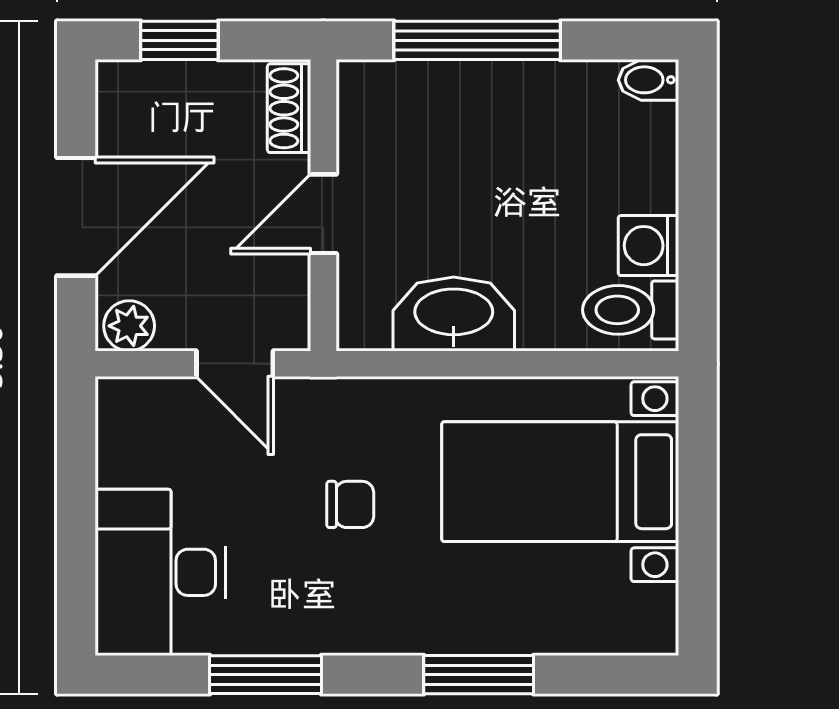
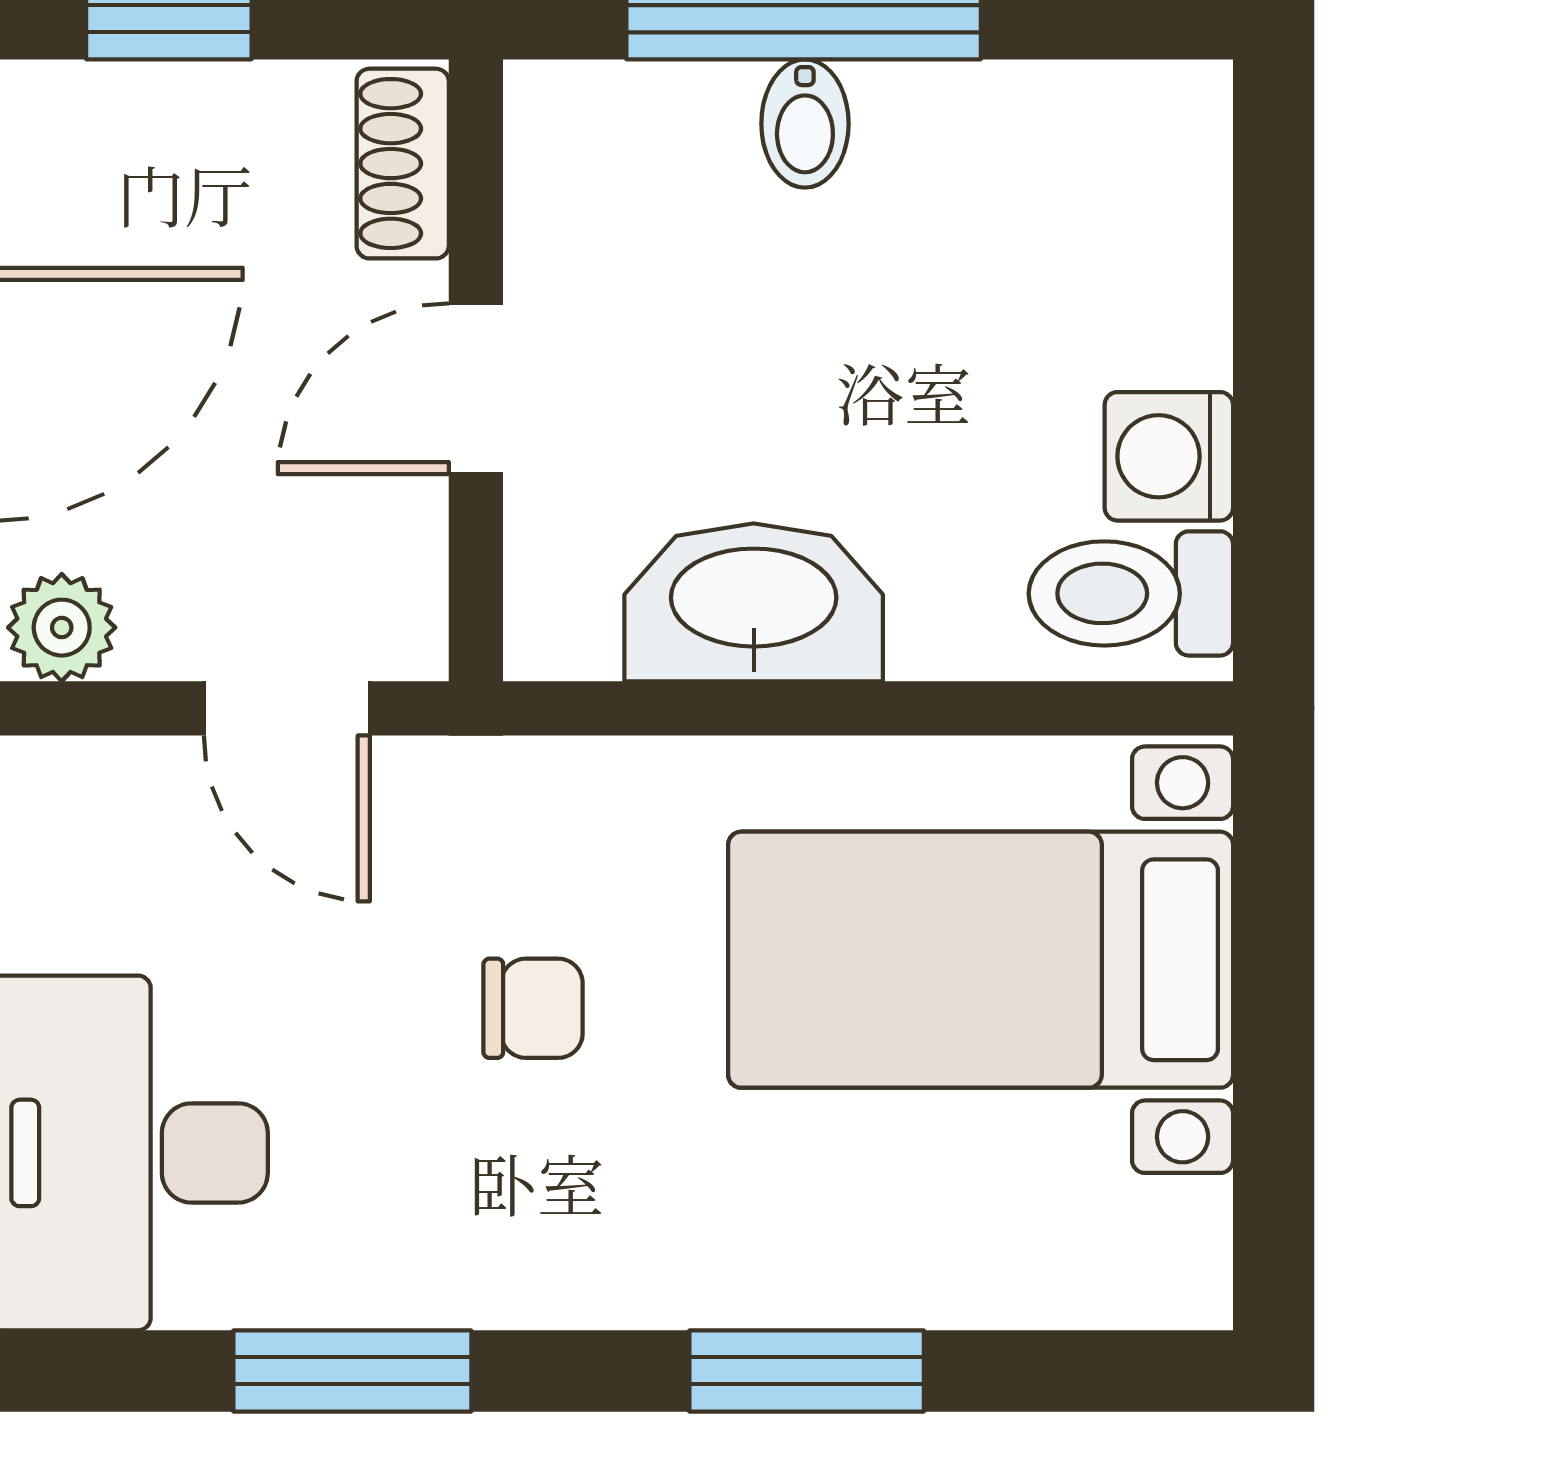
bidet: (648, 80) -> (805, 124), moved, turned -90

